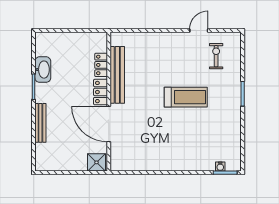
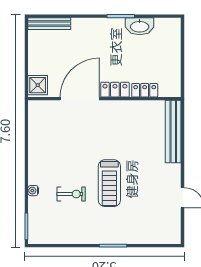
exercise bike: (216, 56) -> (71, 194), moved
bench: (117, 75) -> (173, 132), moved, turned 90
bench: (40, 123) -> (49, 24), moved
water cooler: (220, 166) -> (33, 191), moved

